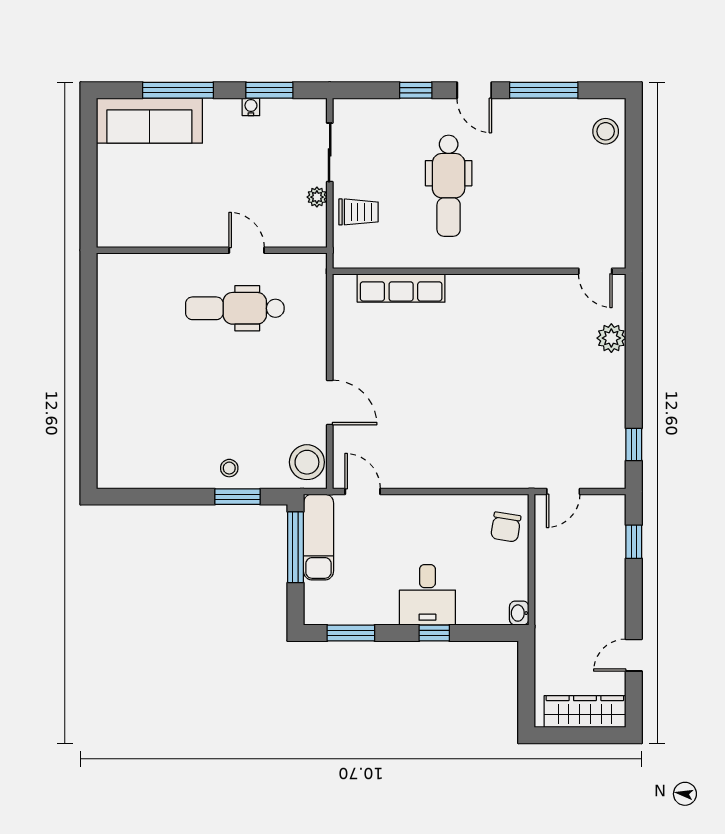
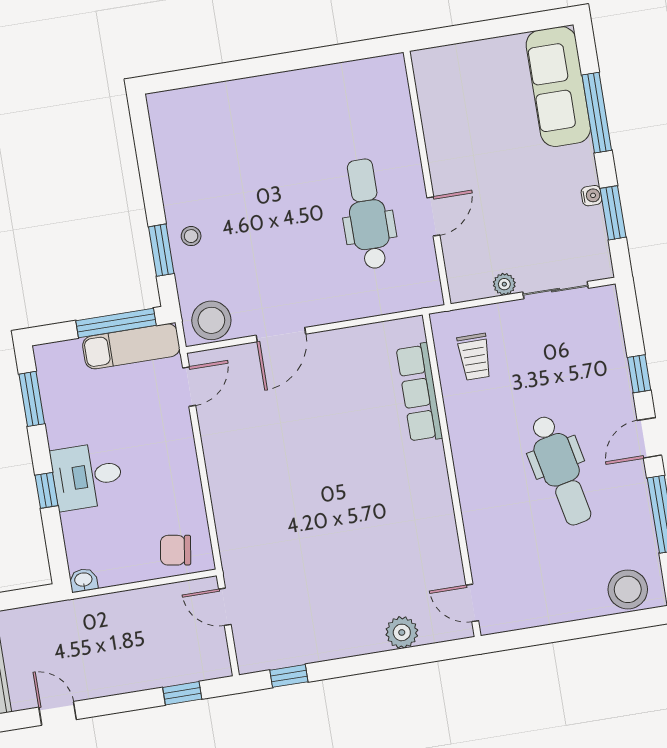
stool: (606, 131) -> (628, 589), width x1.38, depth x1.38
dental chair: (449, 186) -> (561, 470), moved, turned -102
trolley: (359, 212) -> (474, 357), moved
door: (595, 271) -> (472, 603), hinge flipped

